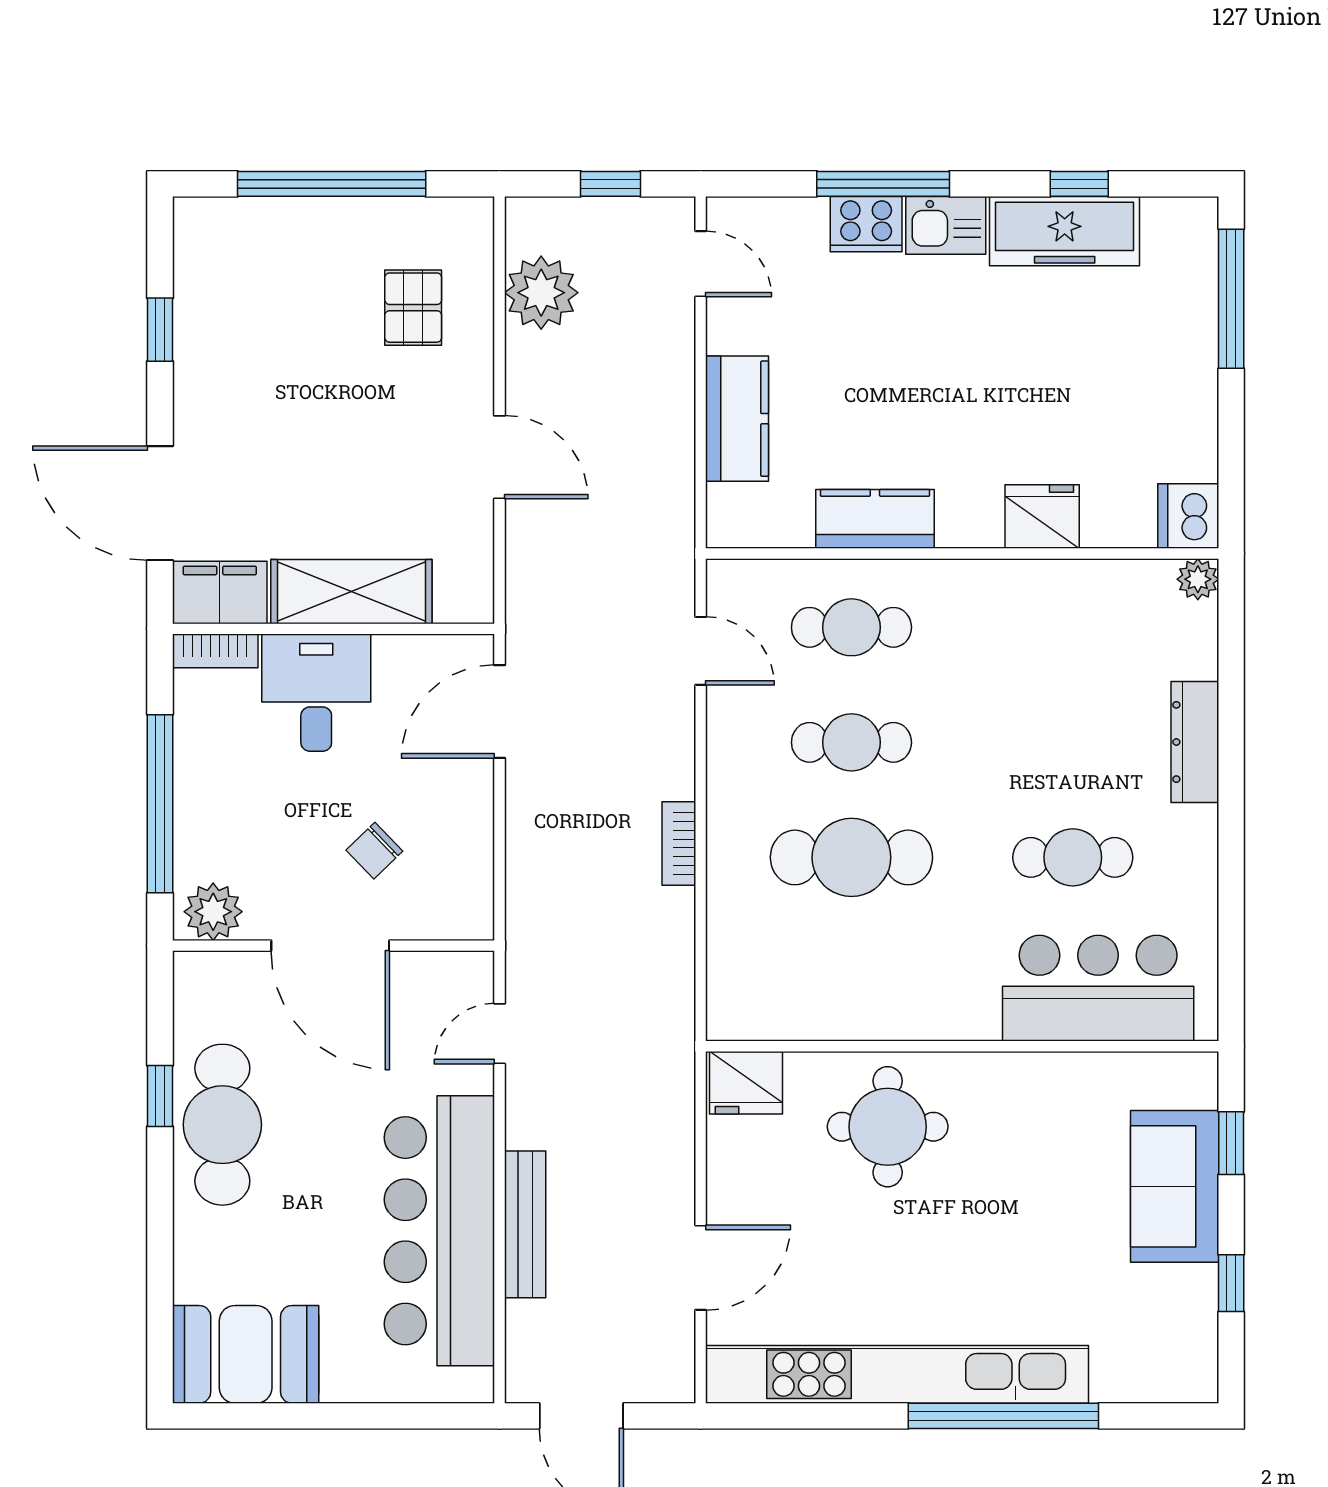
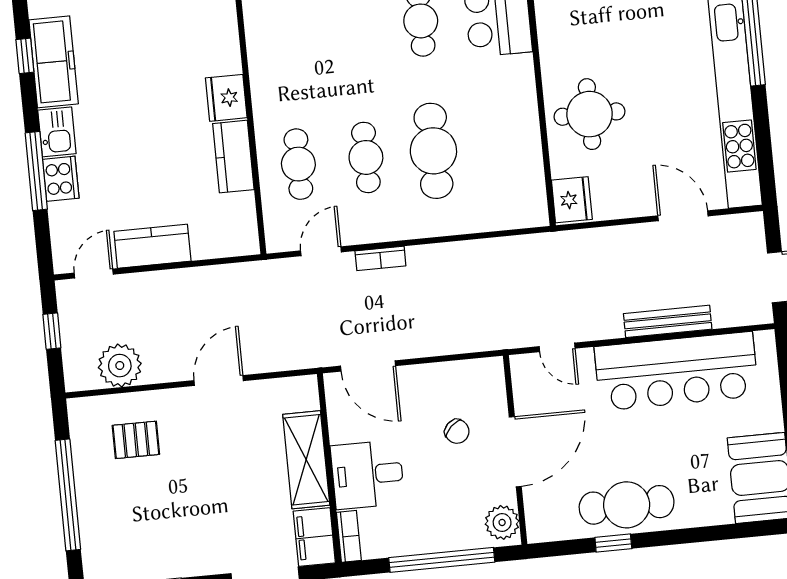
kitchen counter: (737, 419) -> (152, 246), moved
fridge: (1042, 517) -> (226, 98), moved
bookcase: (679, 844) -> (380, 258), moved

